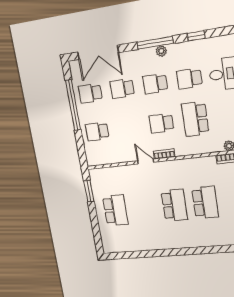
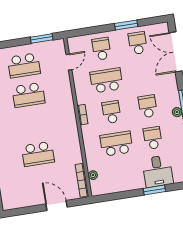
school desk: (122, 89) -> (106, 80), moved, width x1.85
window: (73, 105) -> (126, 25), width x0.47
door: (146, 162) -> (69, 62), moved
school desk: (174, 205) -> (29, 95), moved

